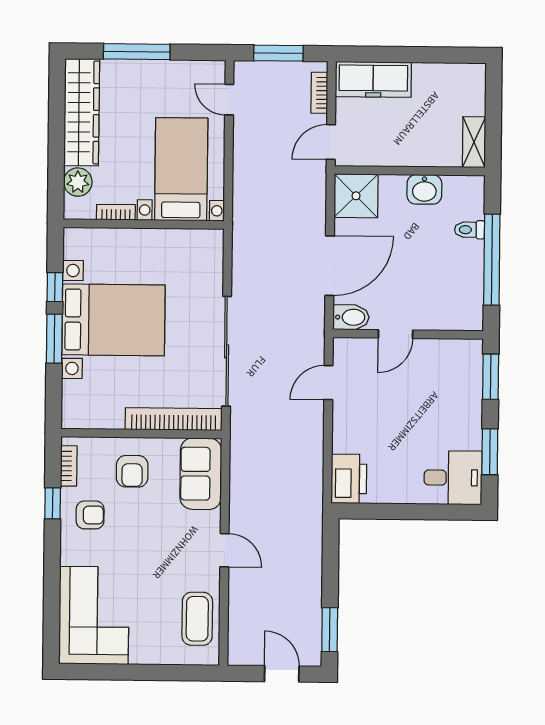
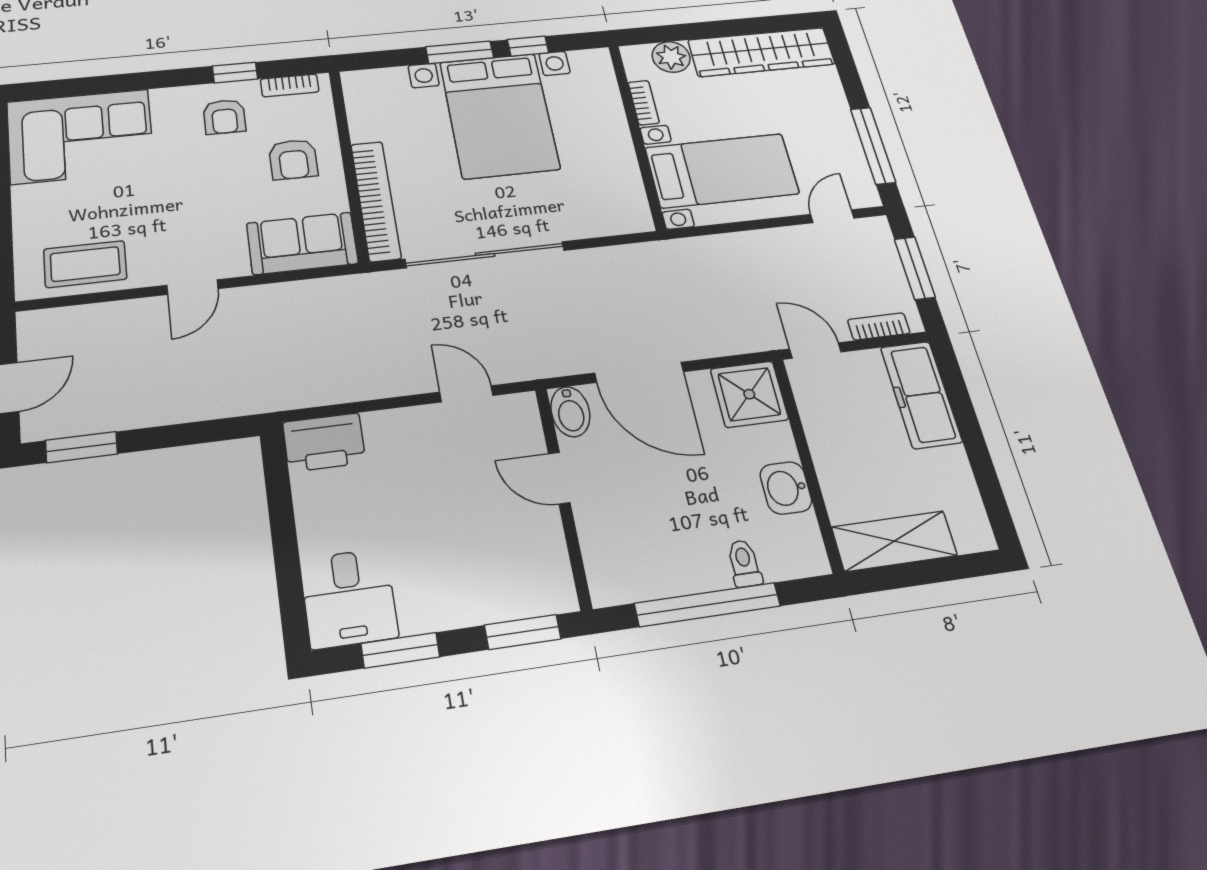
window: (137, 52) -> (873, 146), moved
shelving: (474, 142) -> (894, 541), width x1.50, depth x1.33
armchair: (132, 471) -> (293, 159), turned -90

